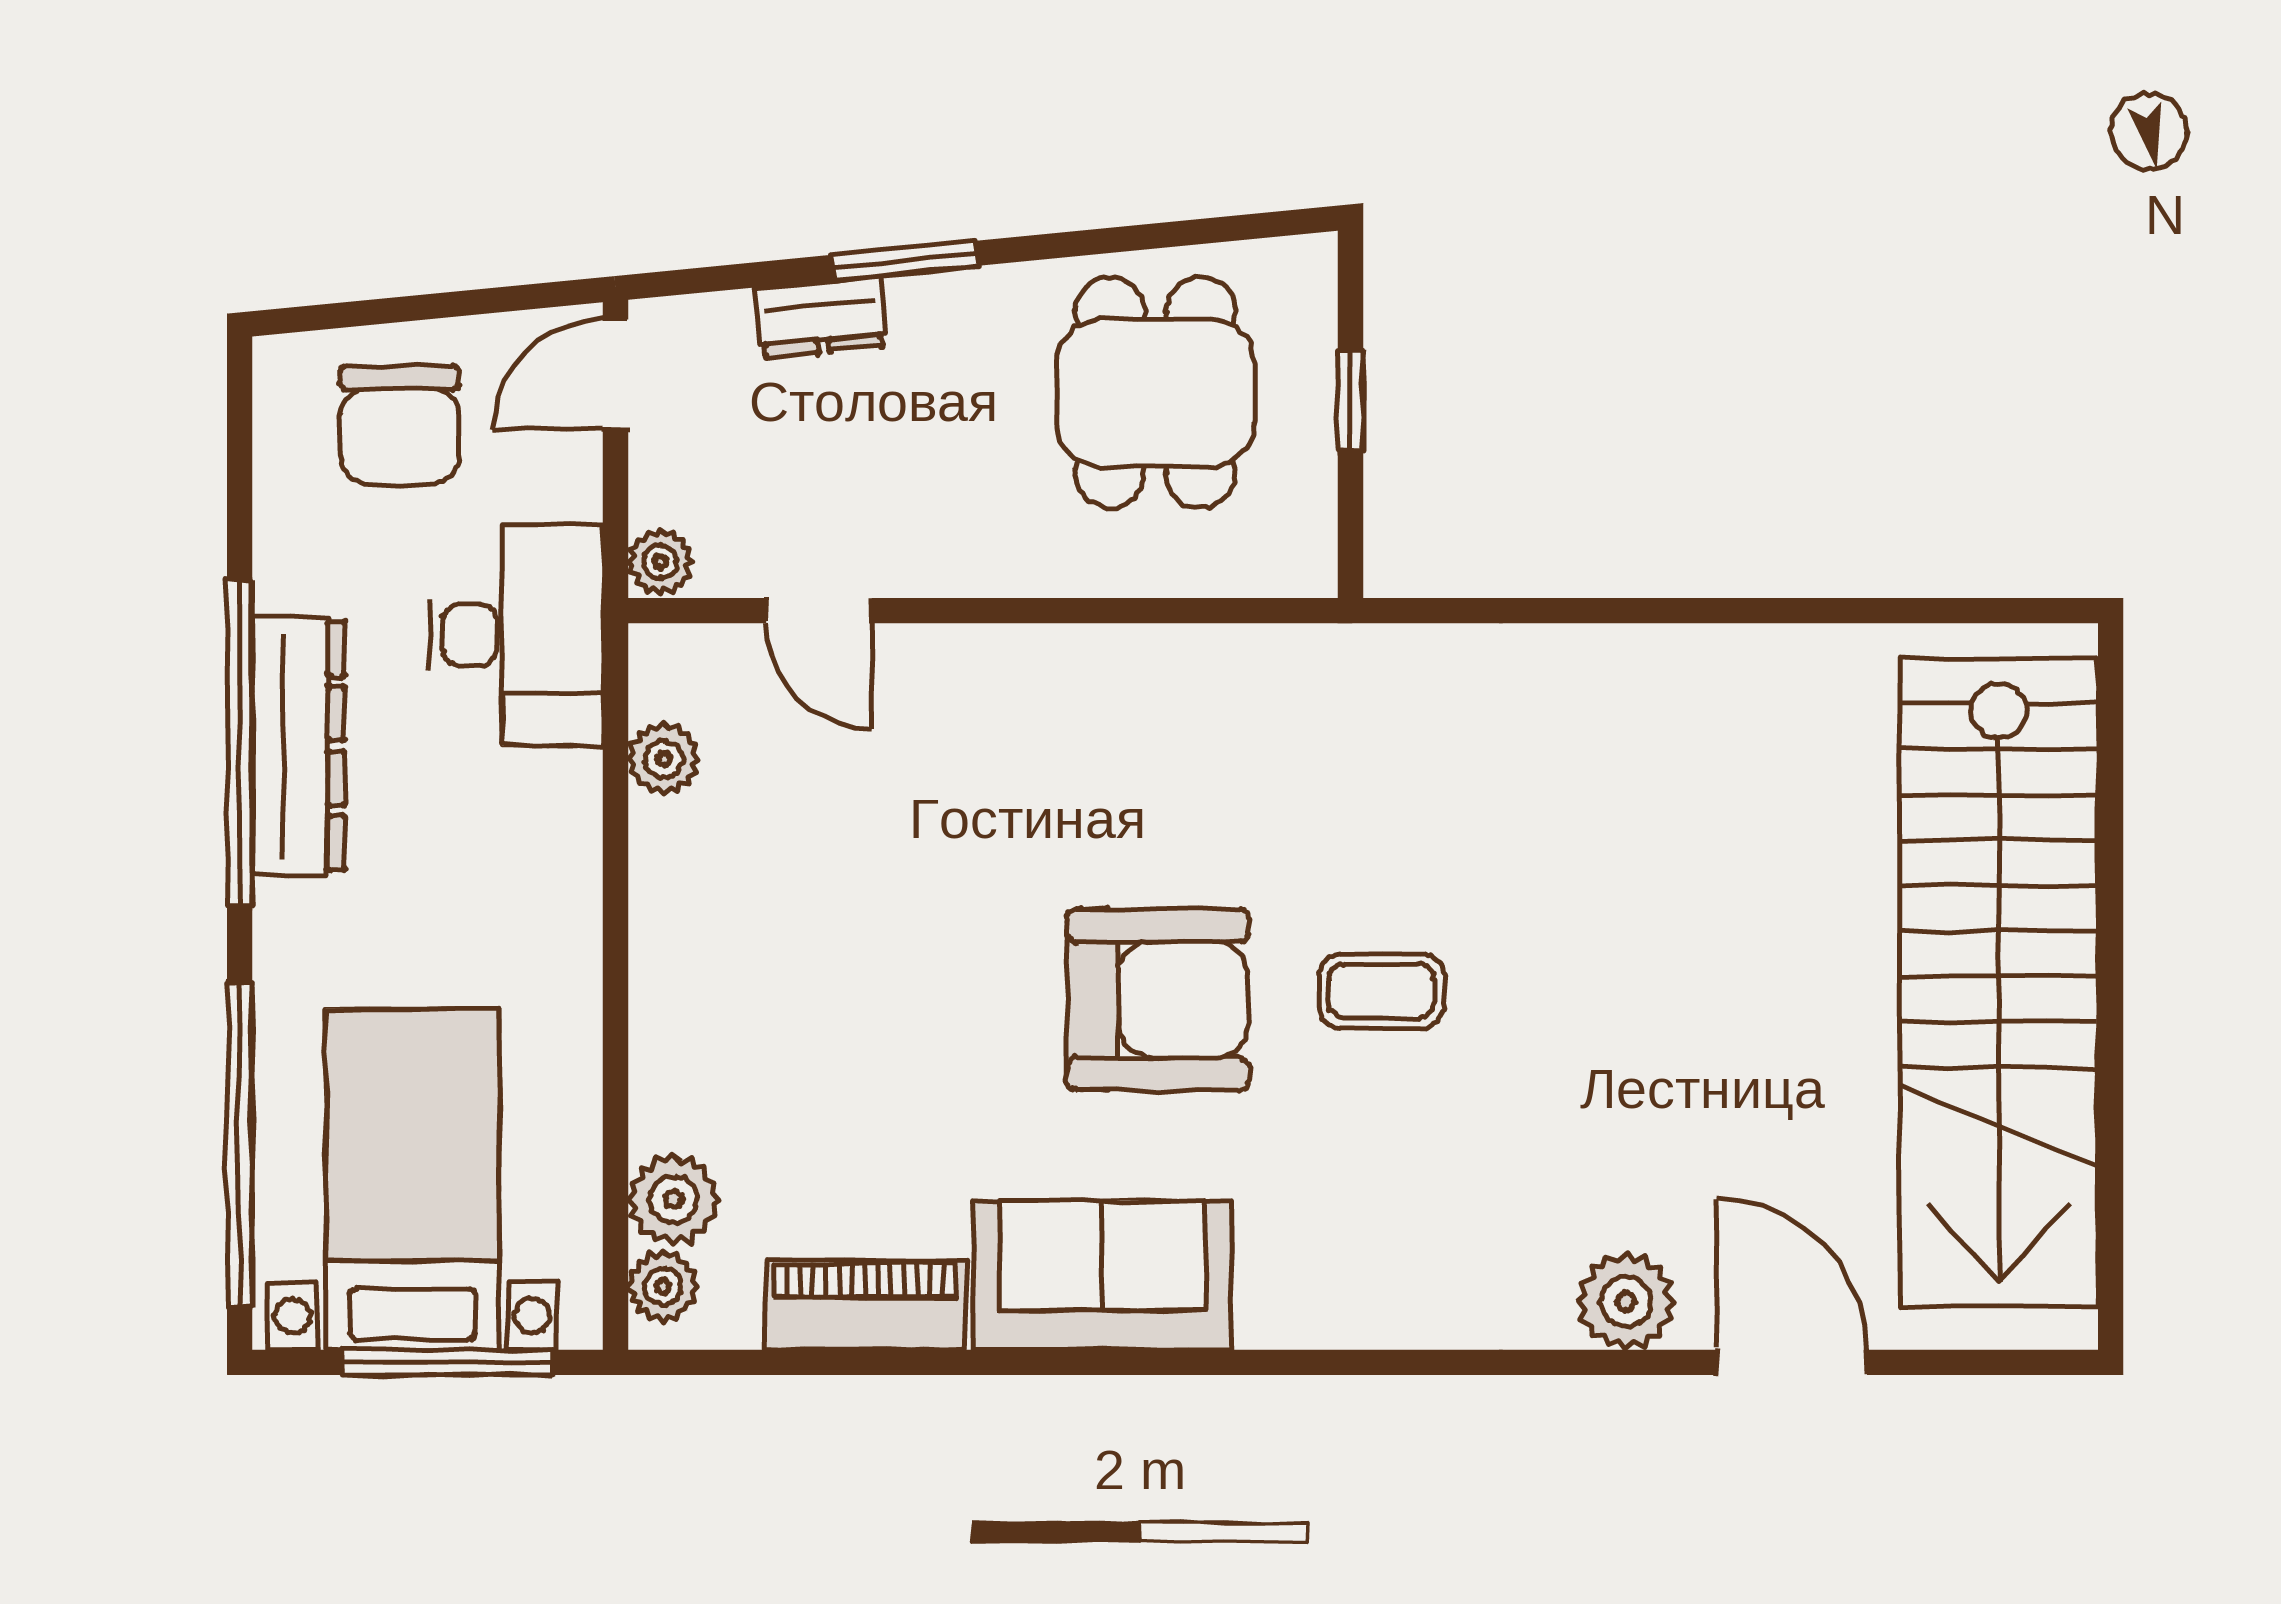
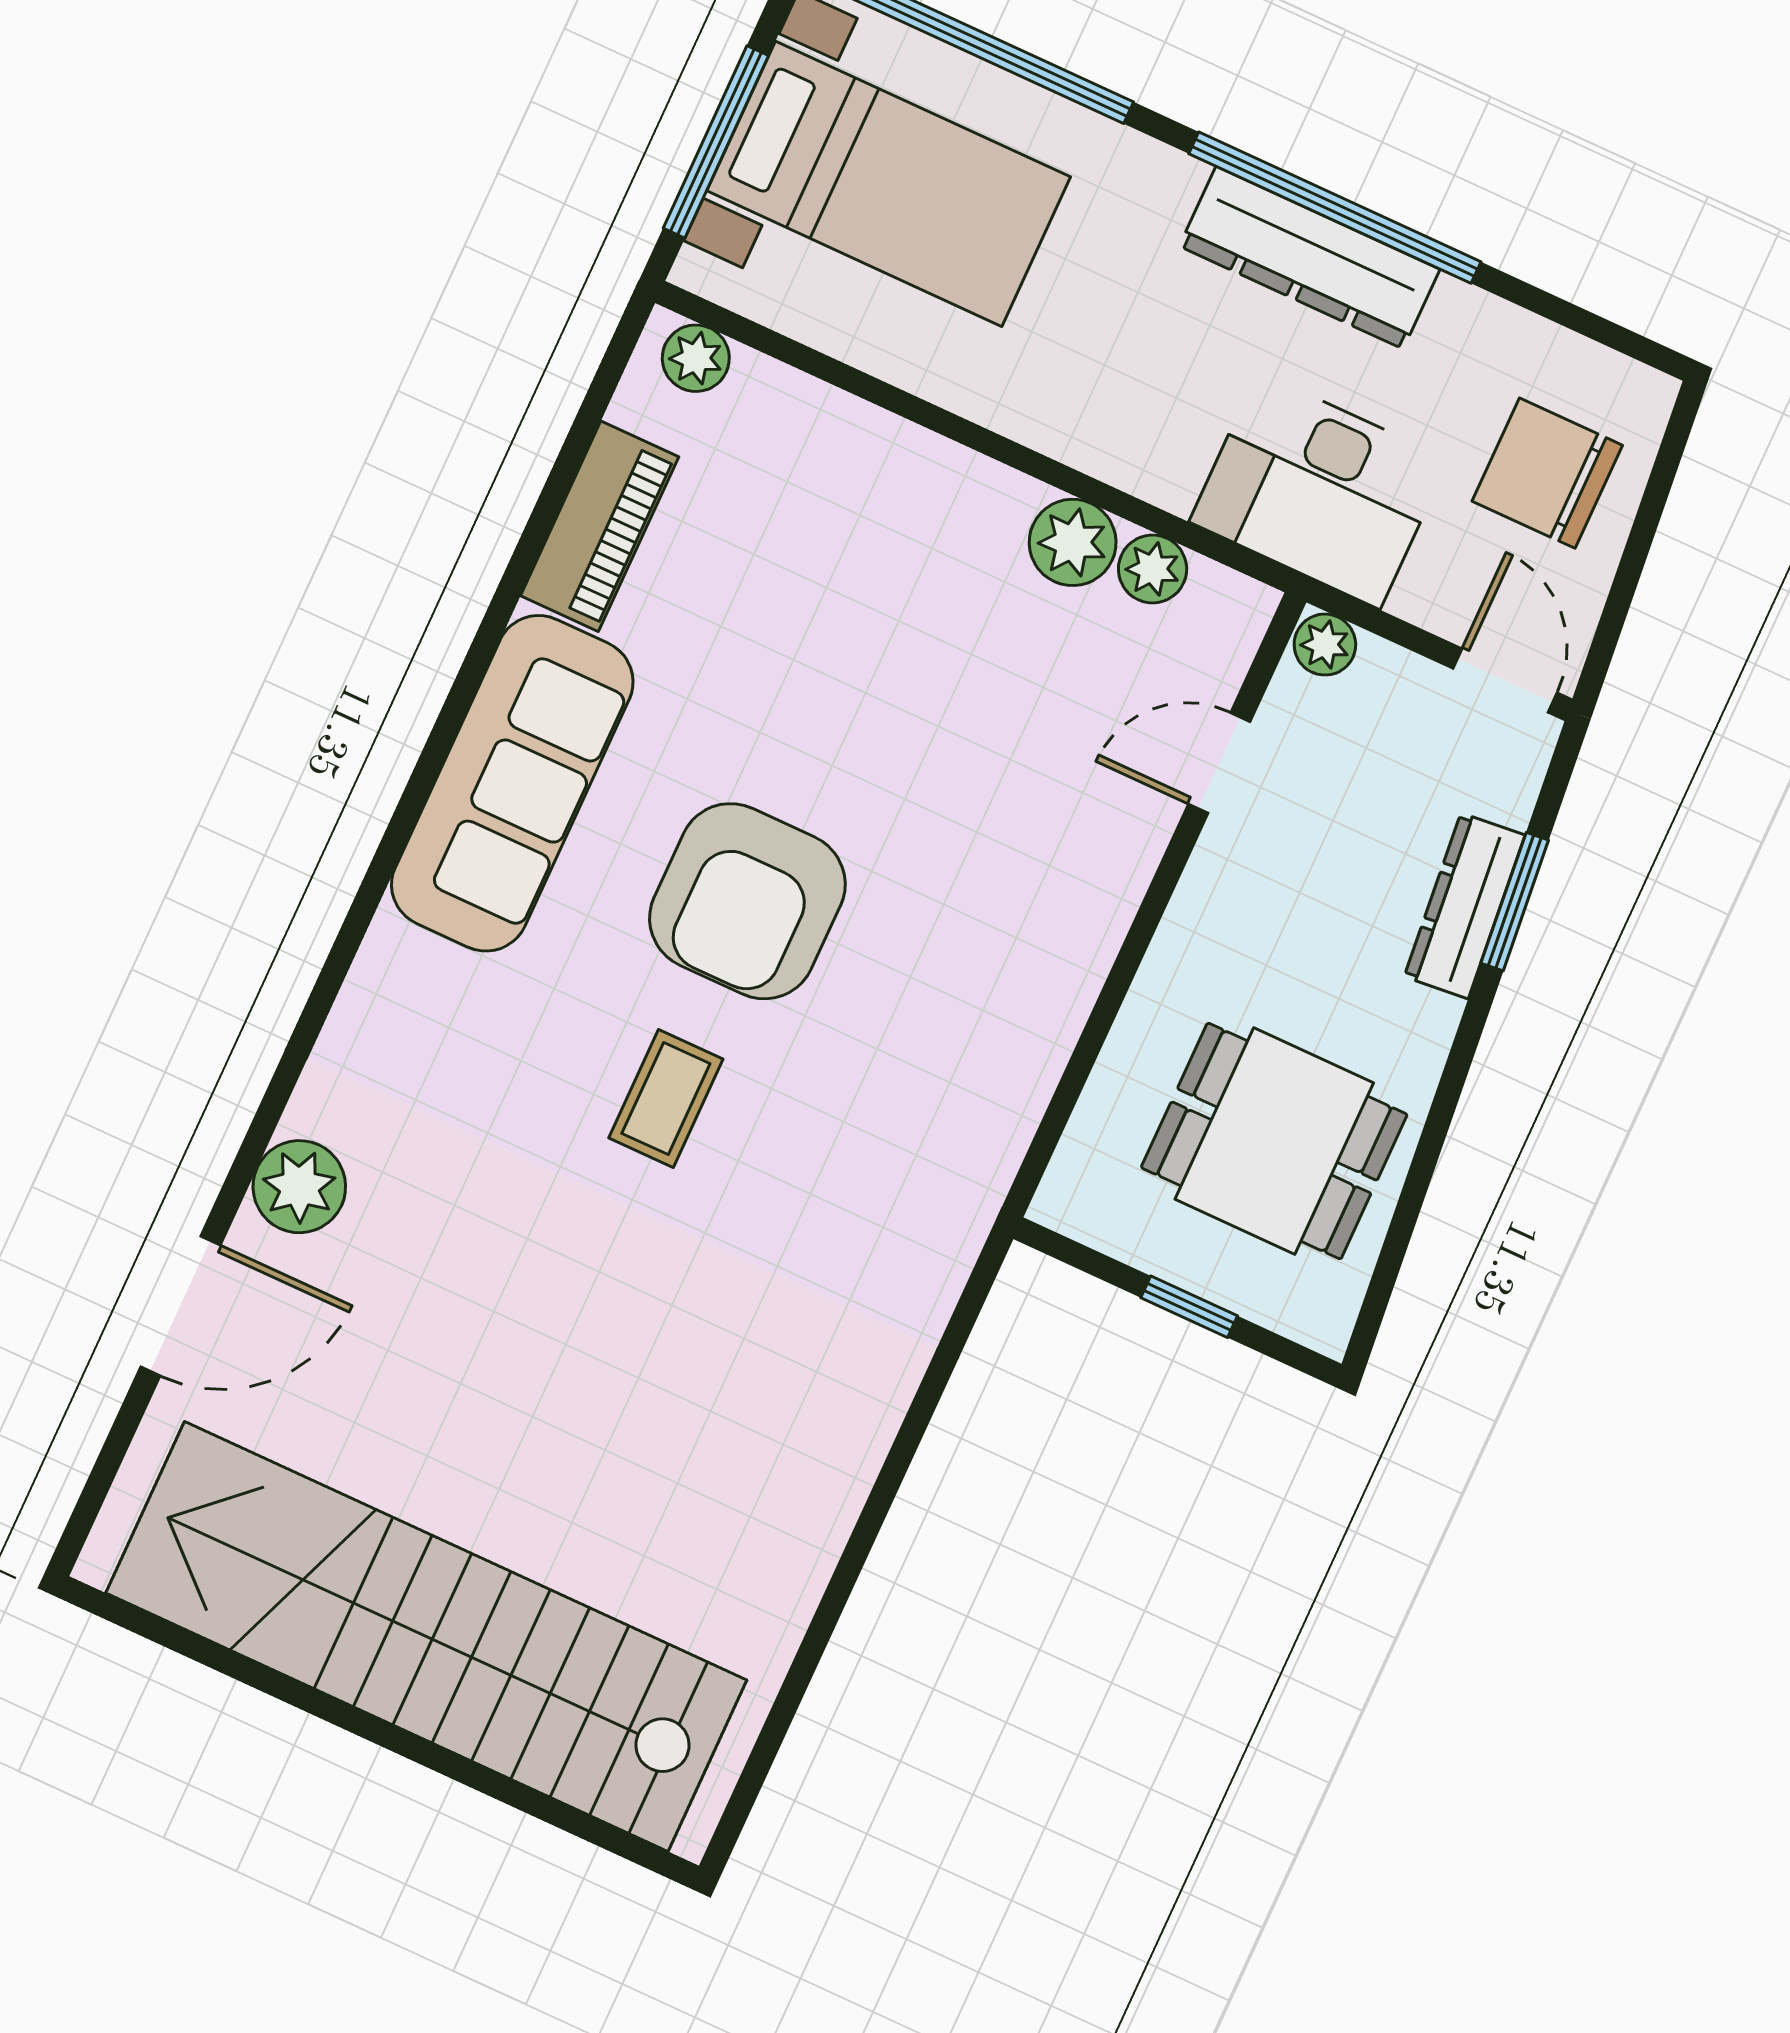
window: (904, 260) -> (1515, 902), moved
dresser: (820, 317) -> (1465, 906), width x1.44
plant: (673, 1199) -> (1073, 542), moved
sofa: (1102, 1275) -> (512, 783), width x1.36

